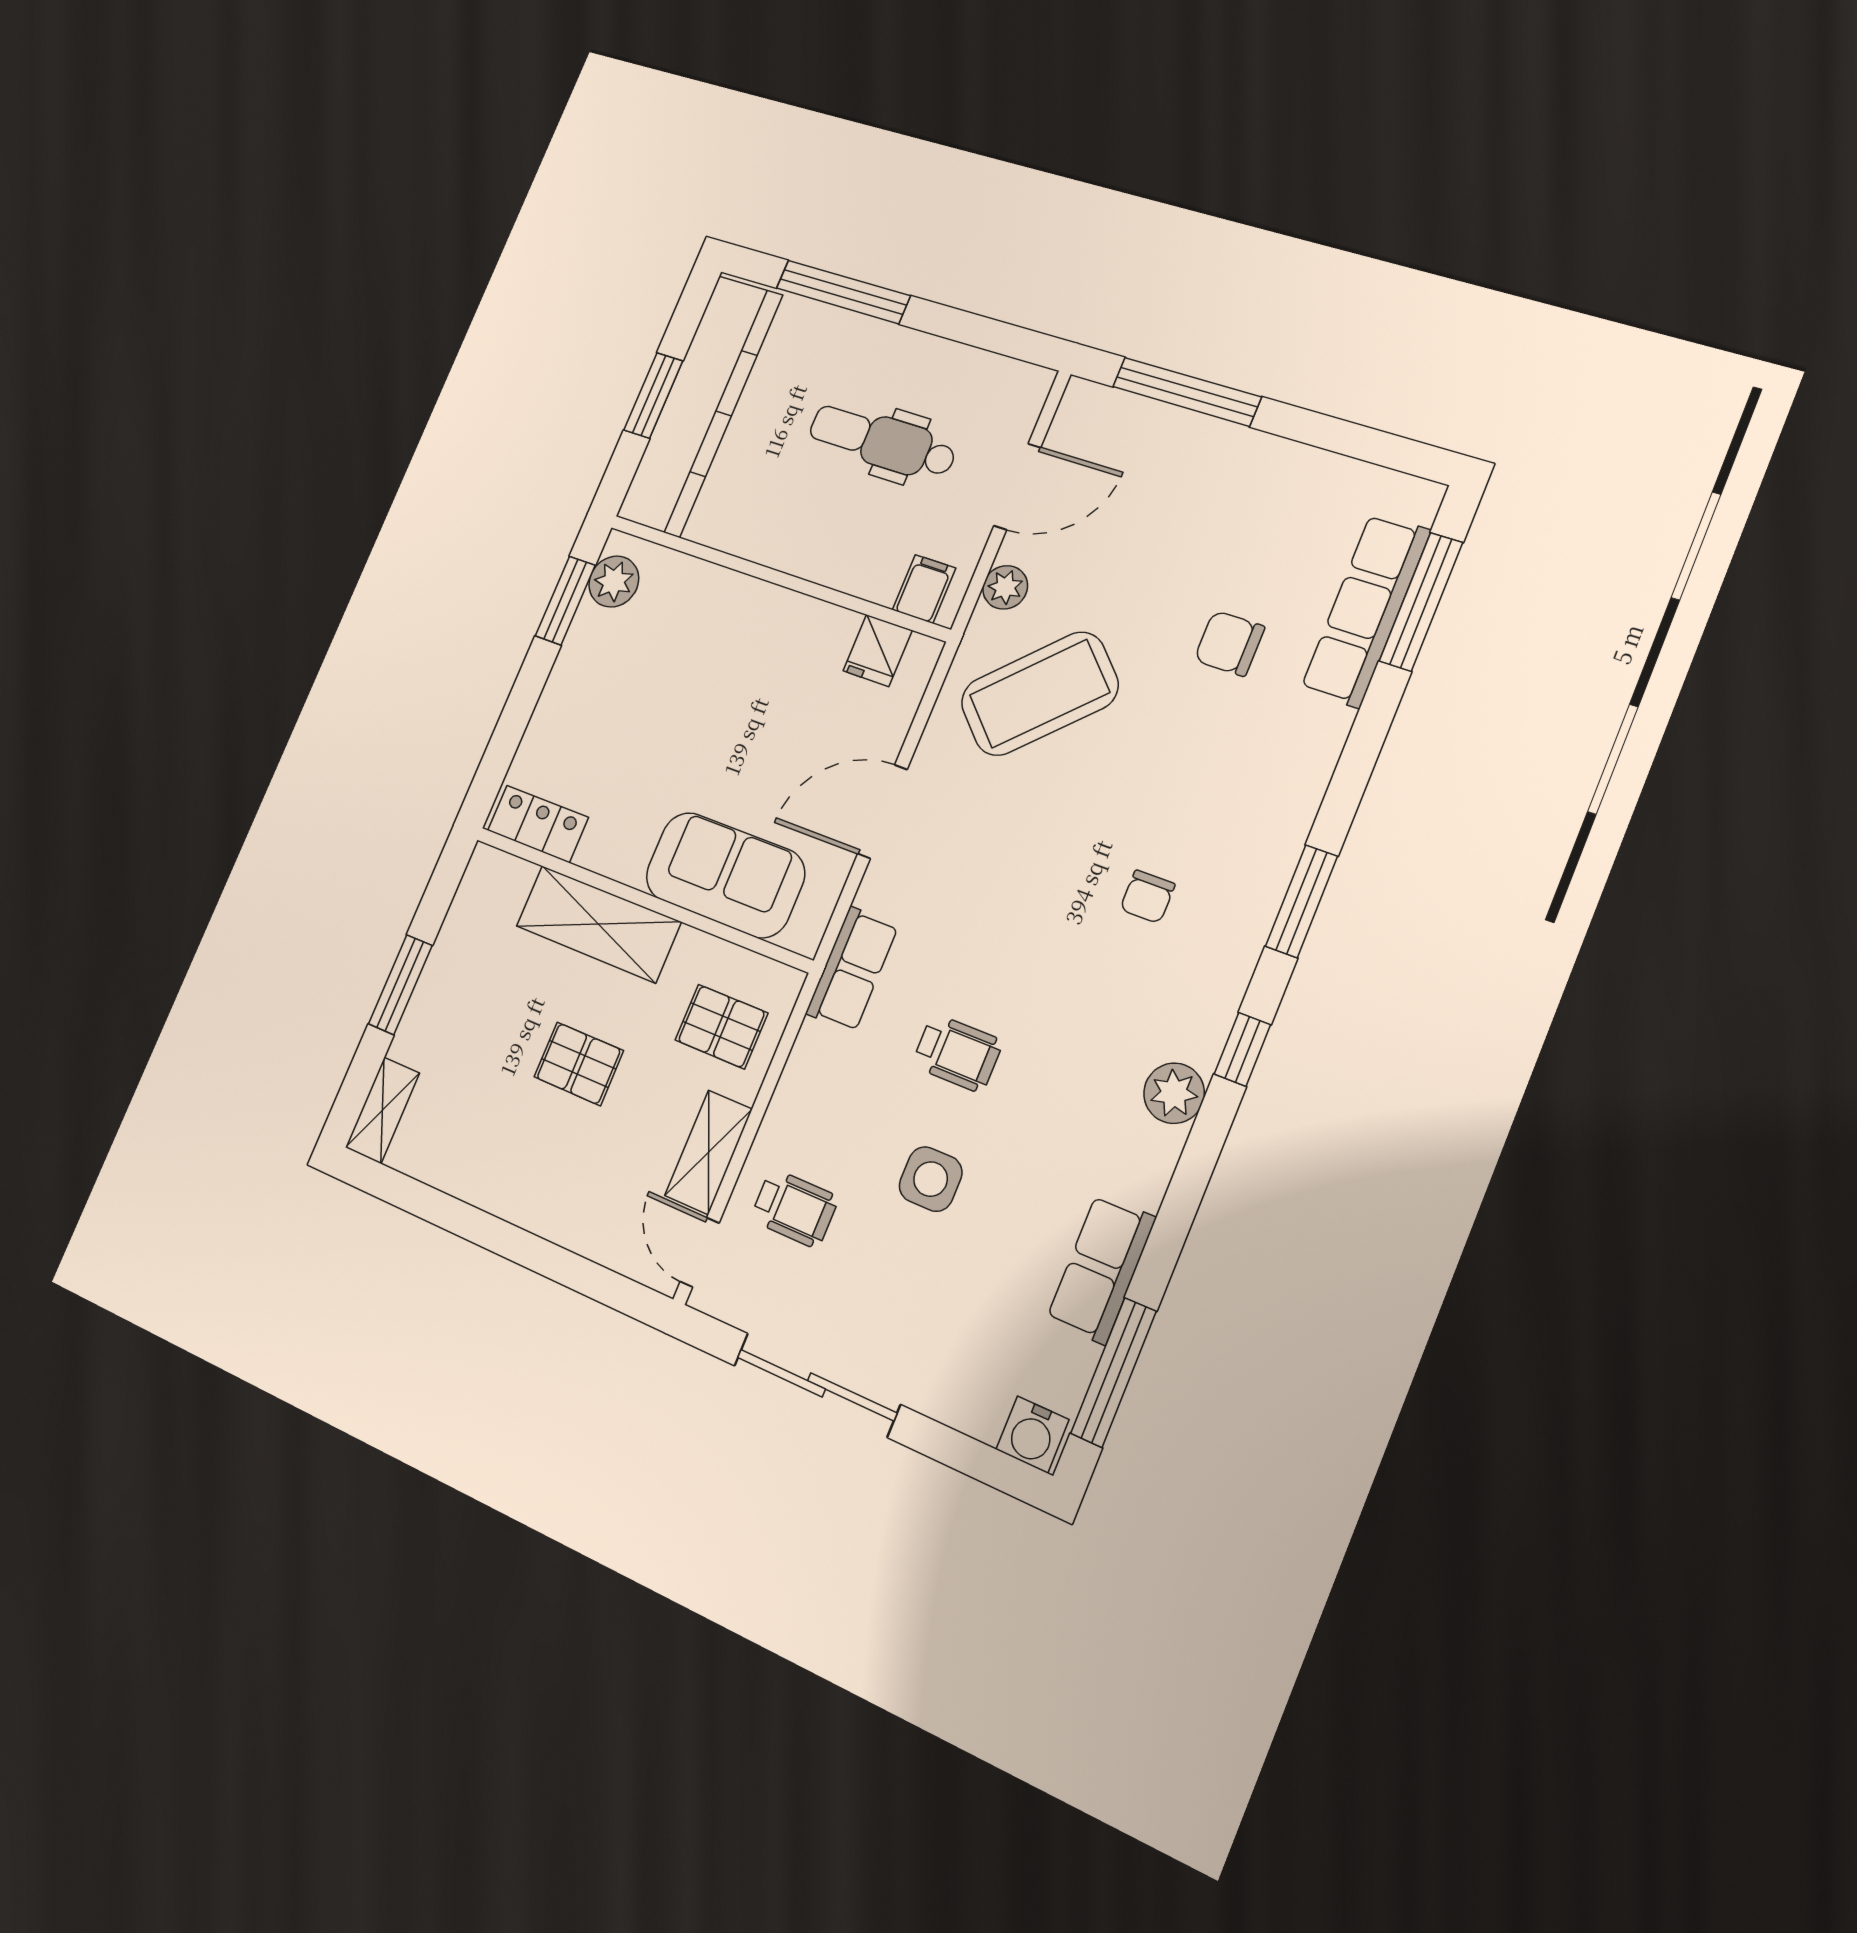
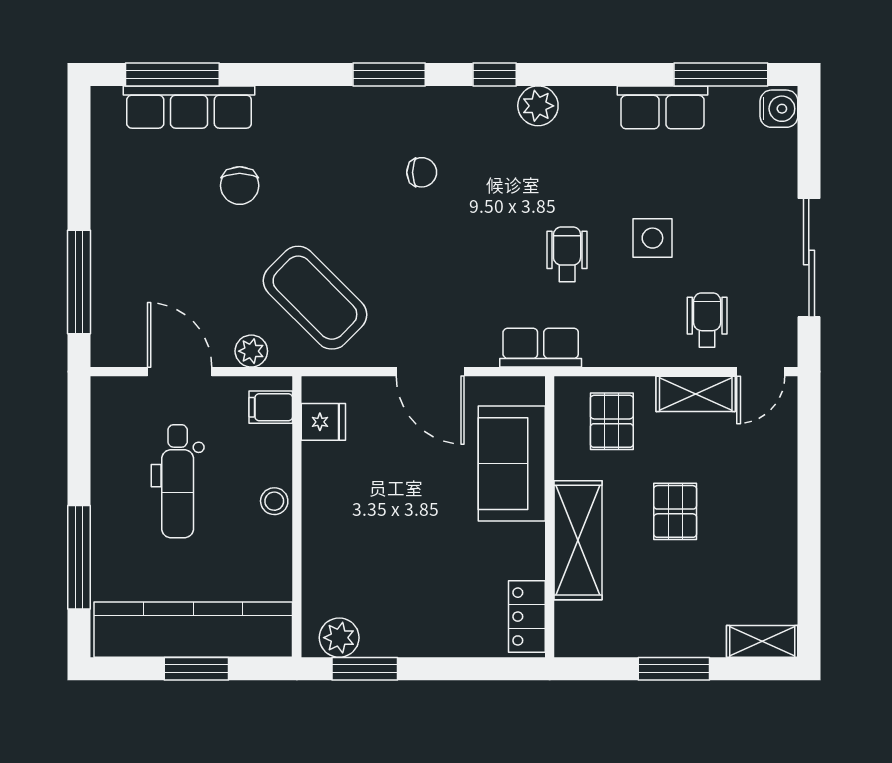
stool: (807, 555) -> (274, 501), added

